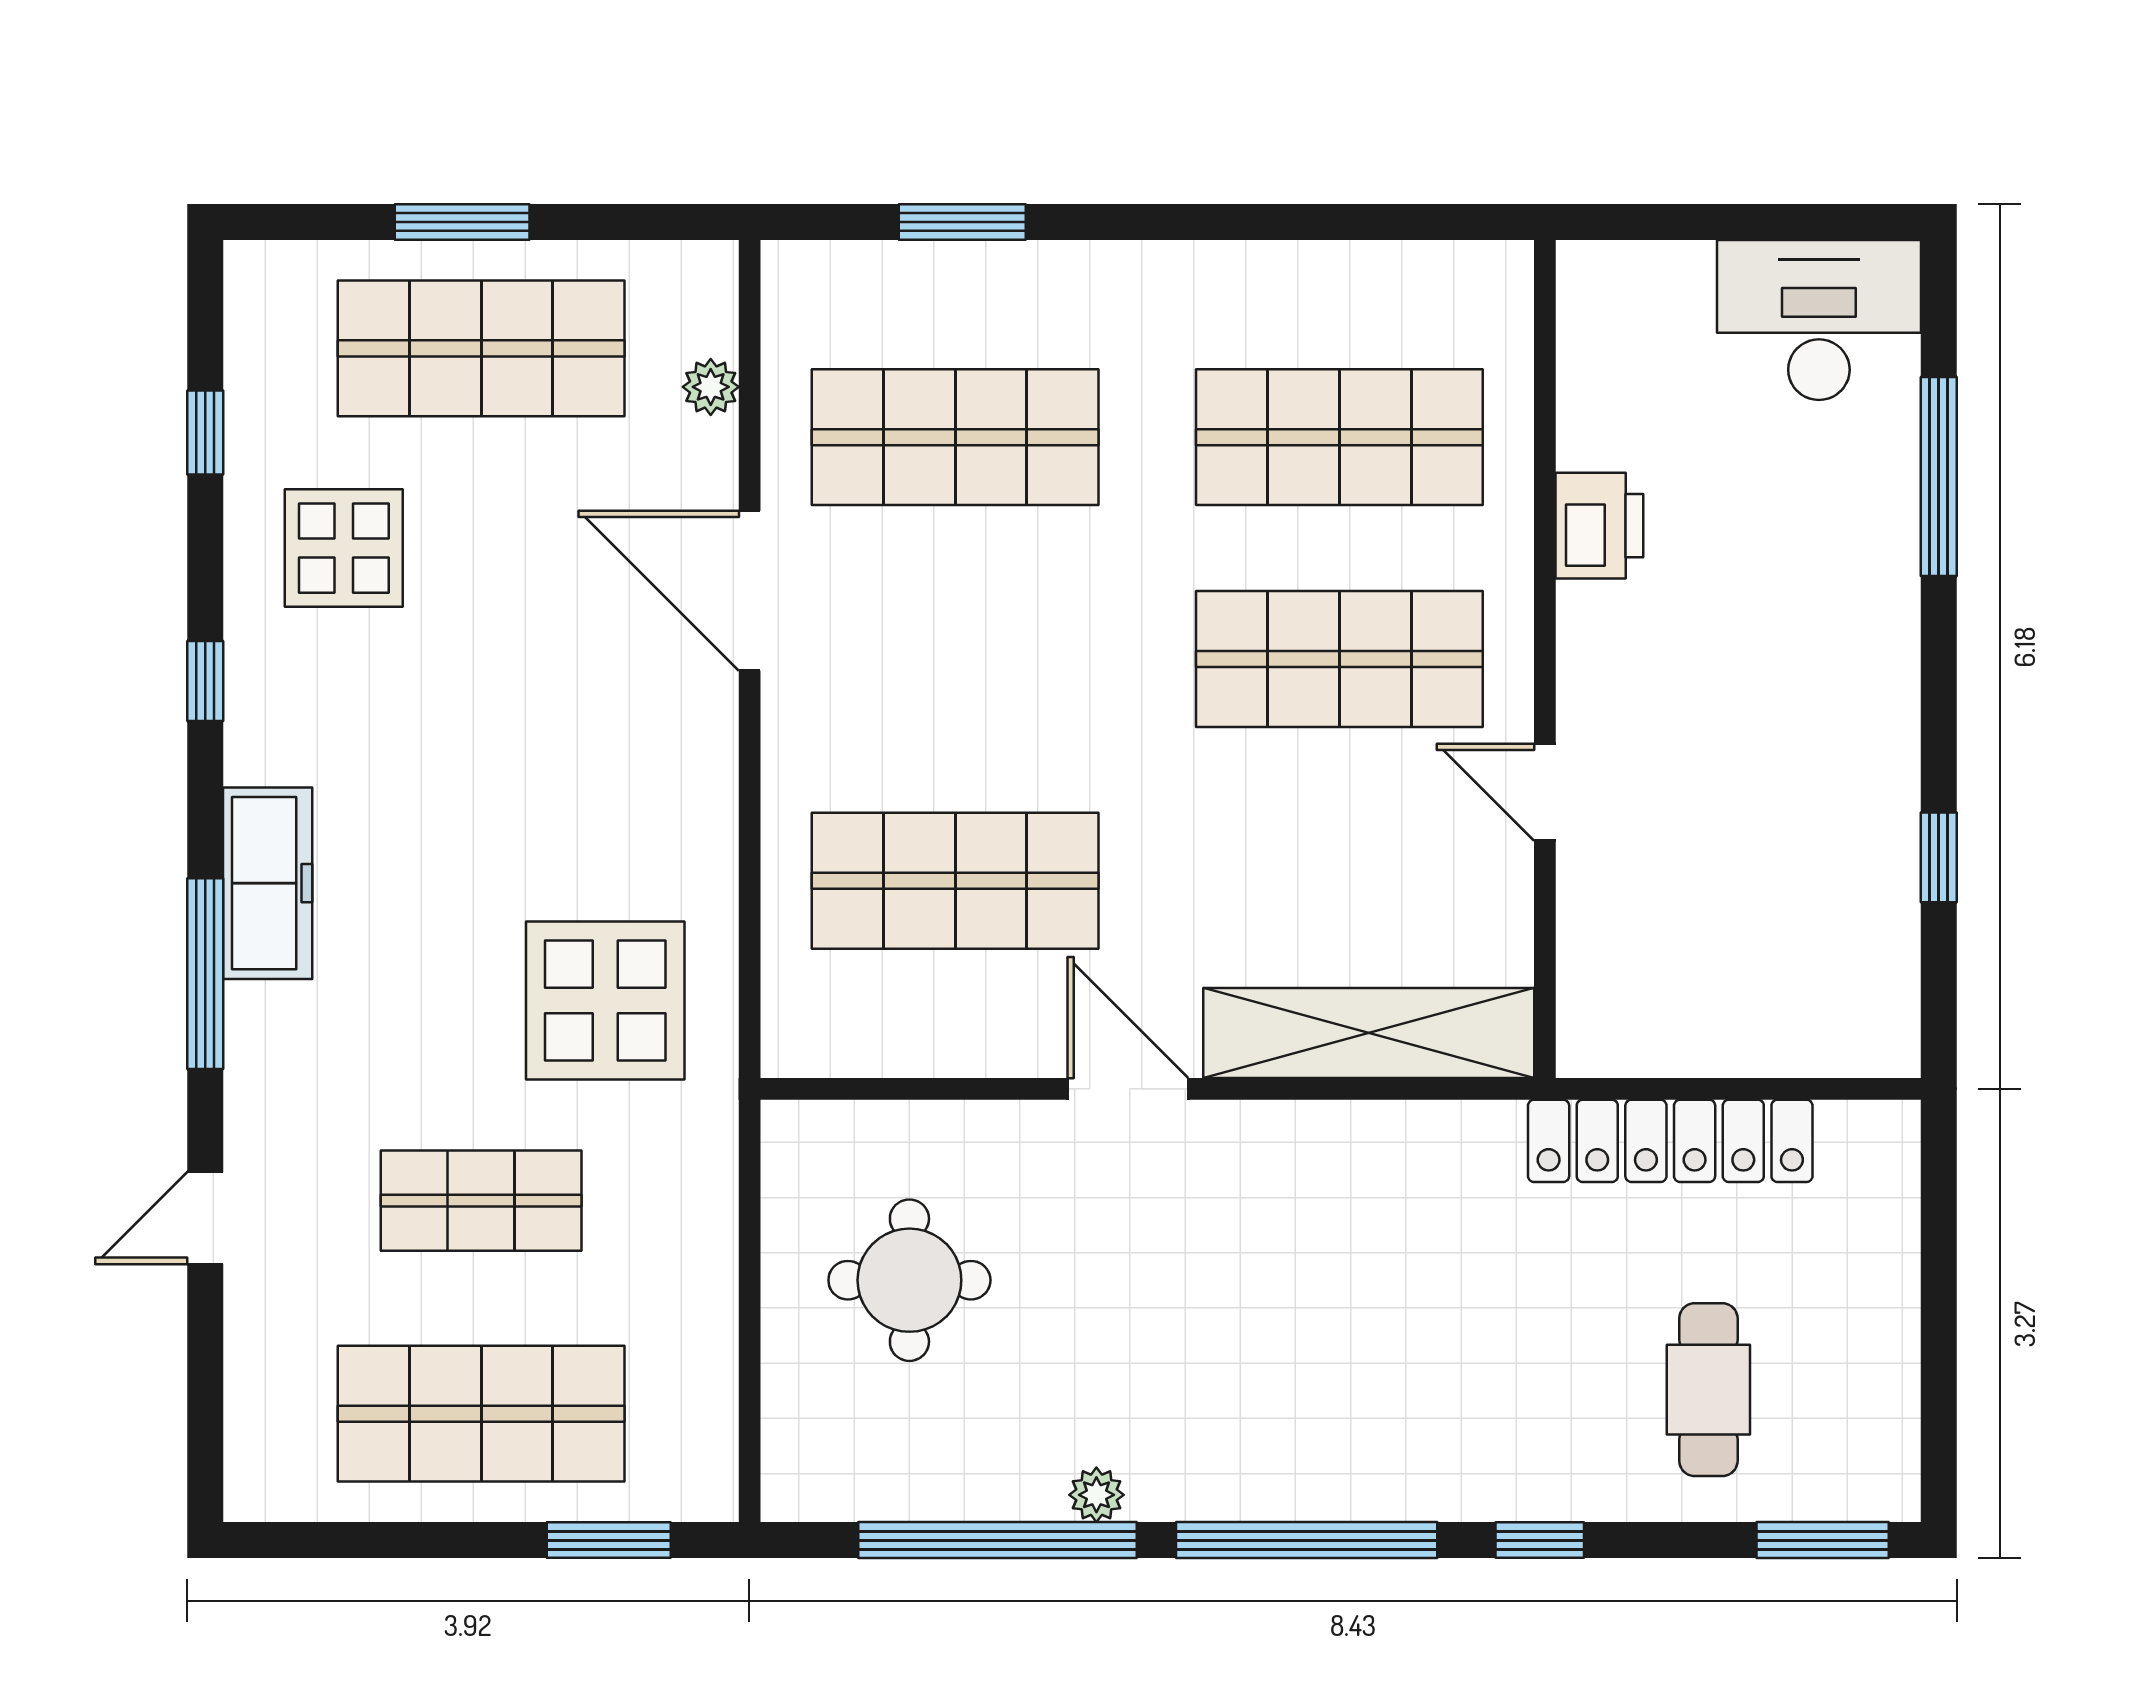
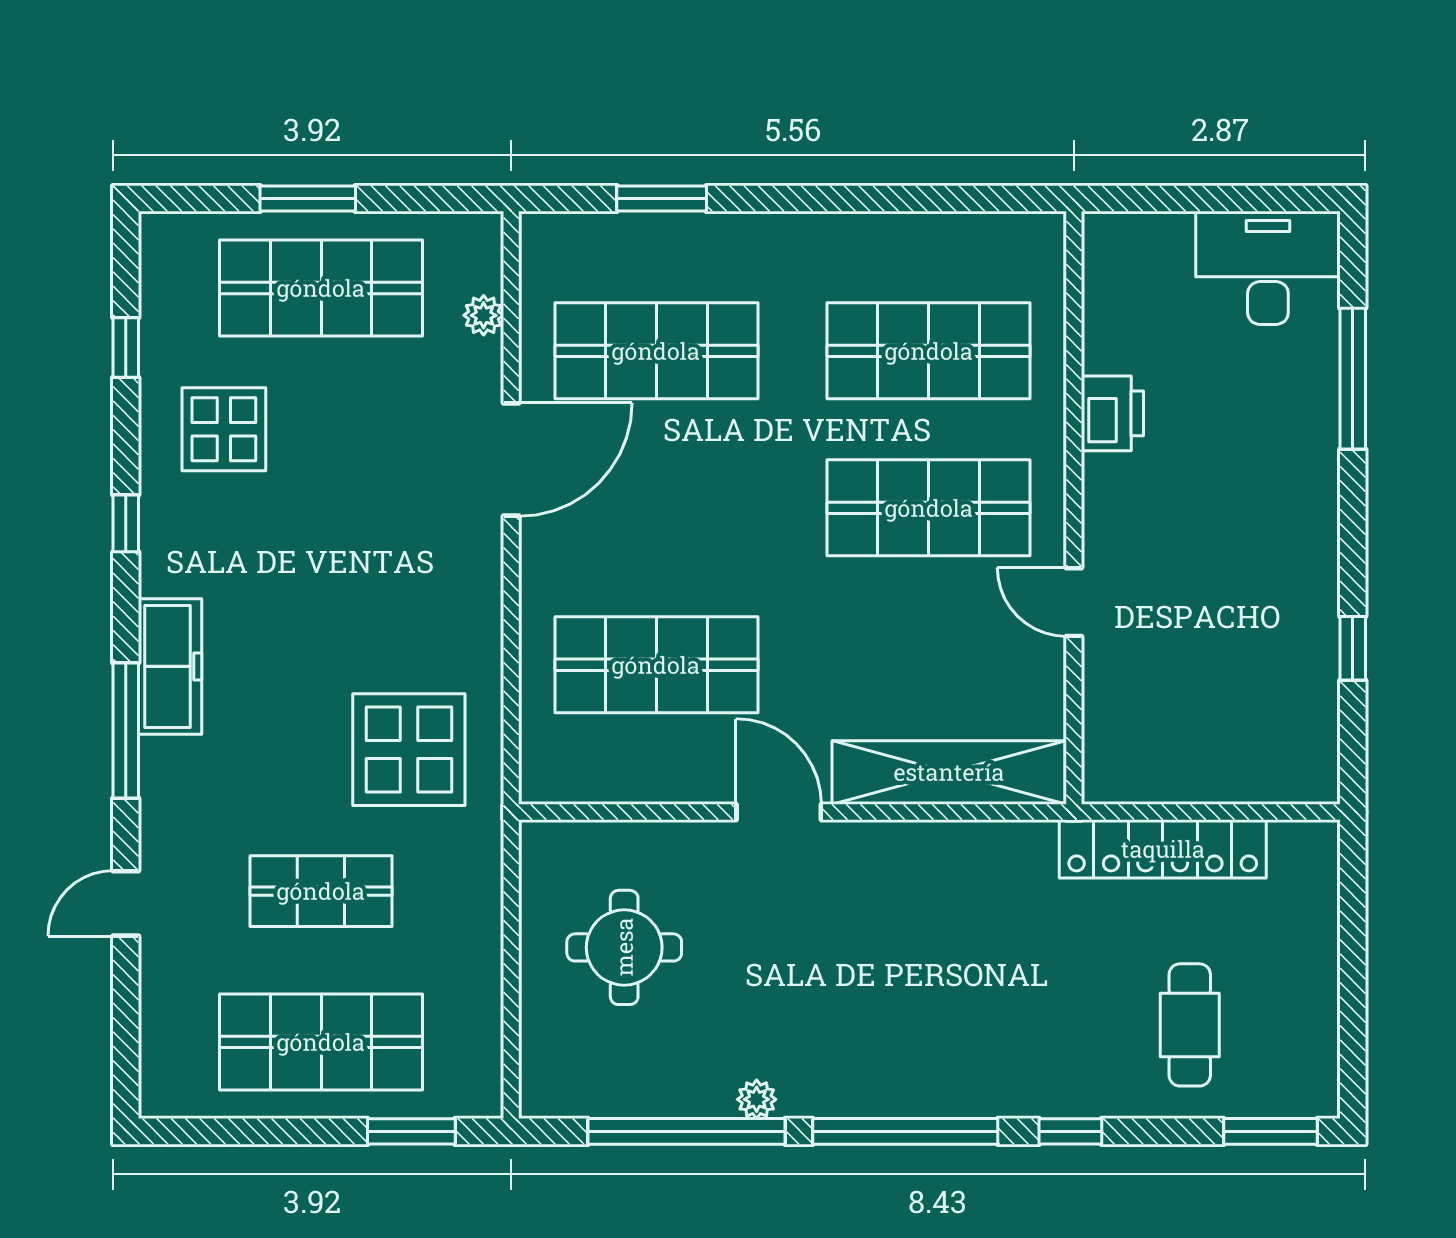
door: (750, 591) -> (511, 460), swing flipped

